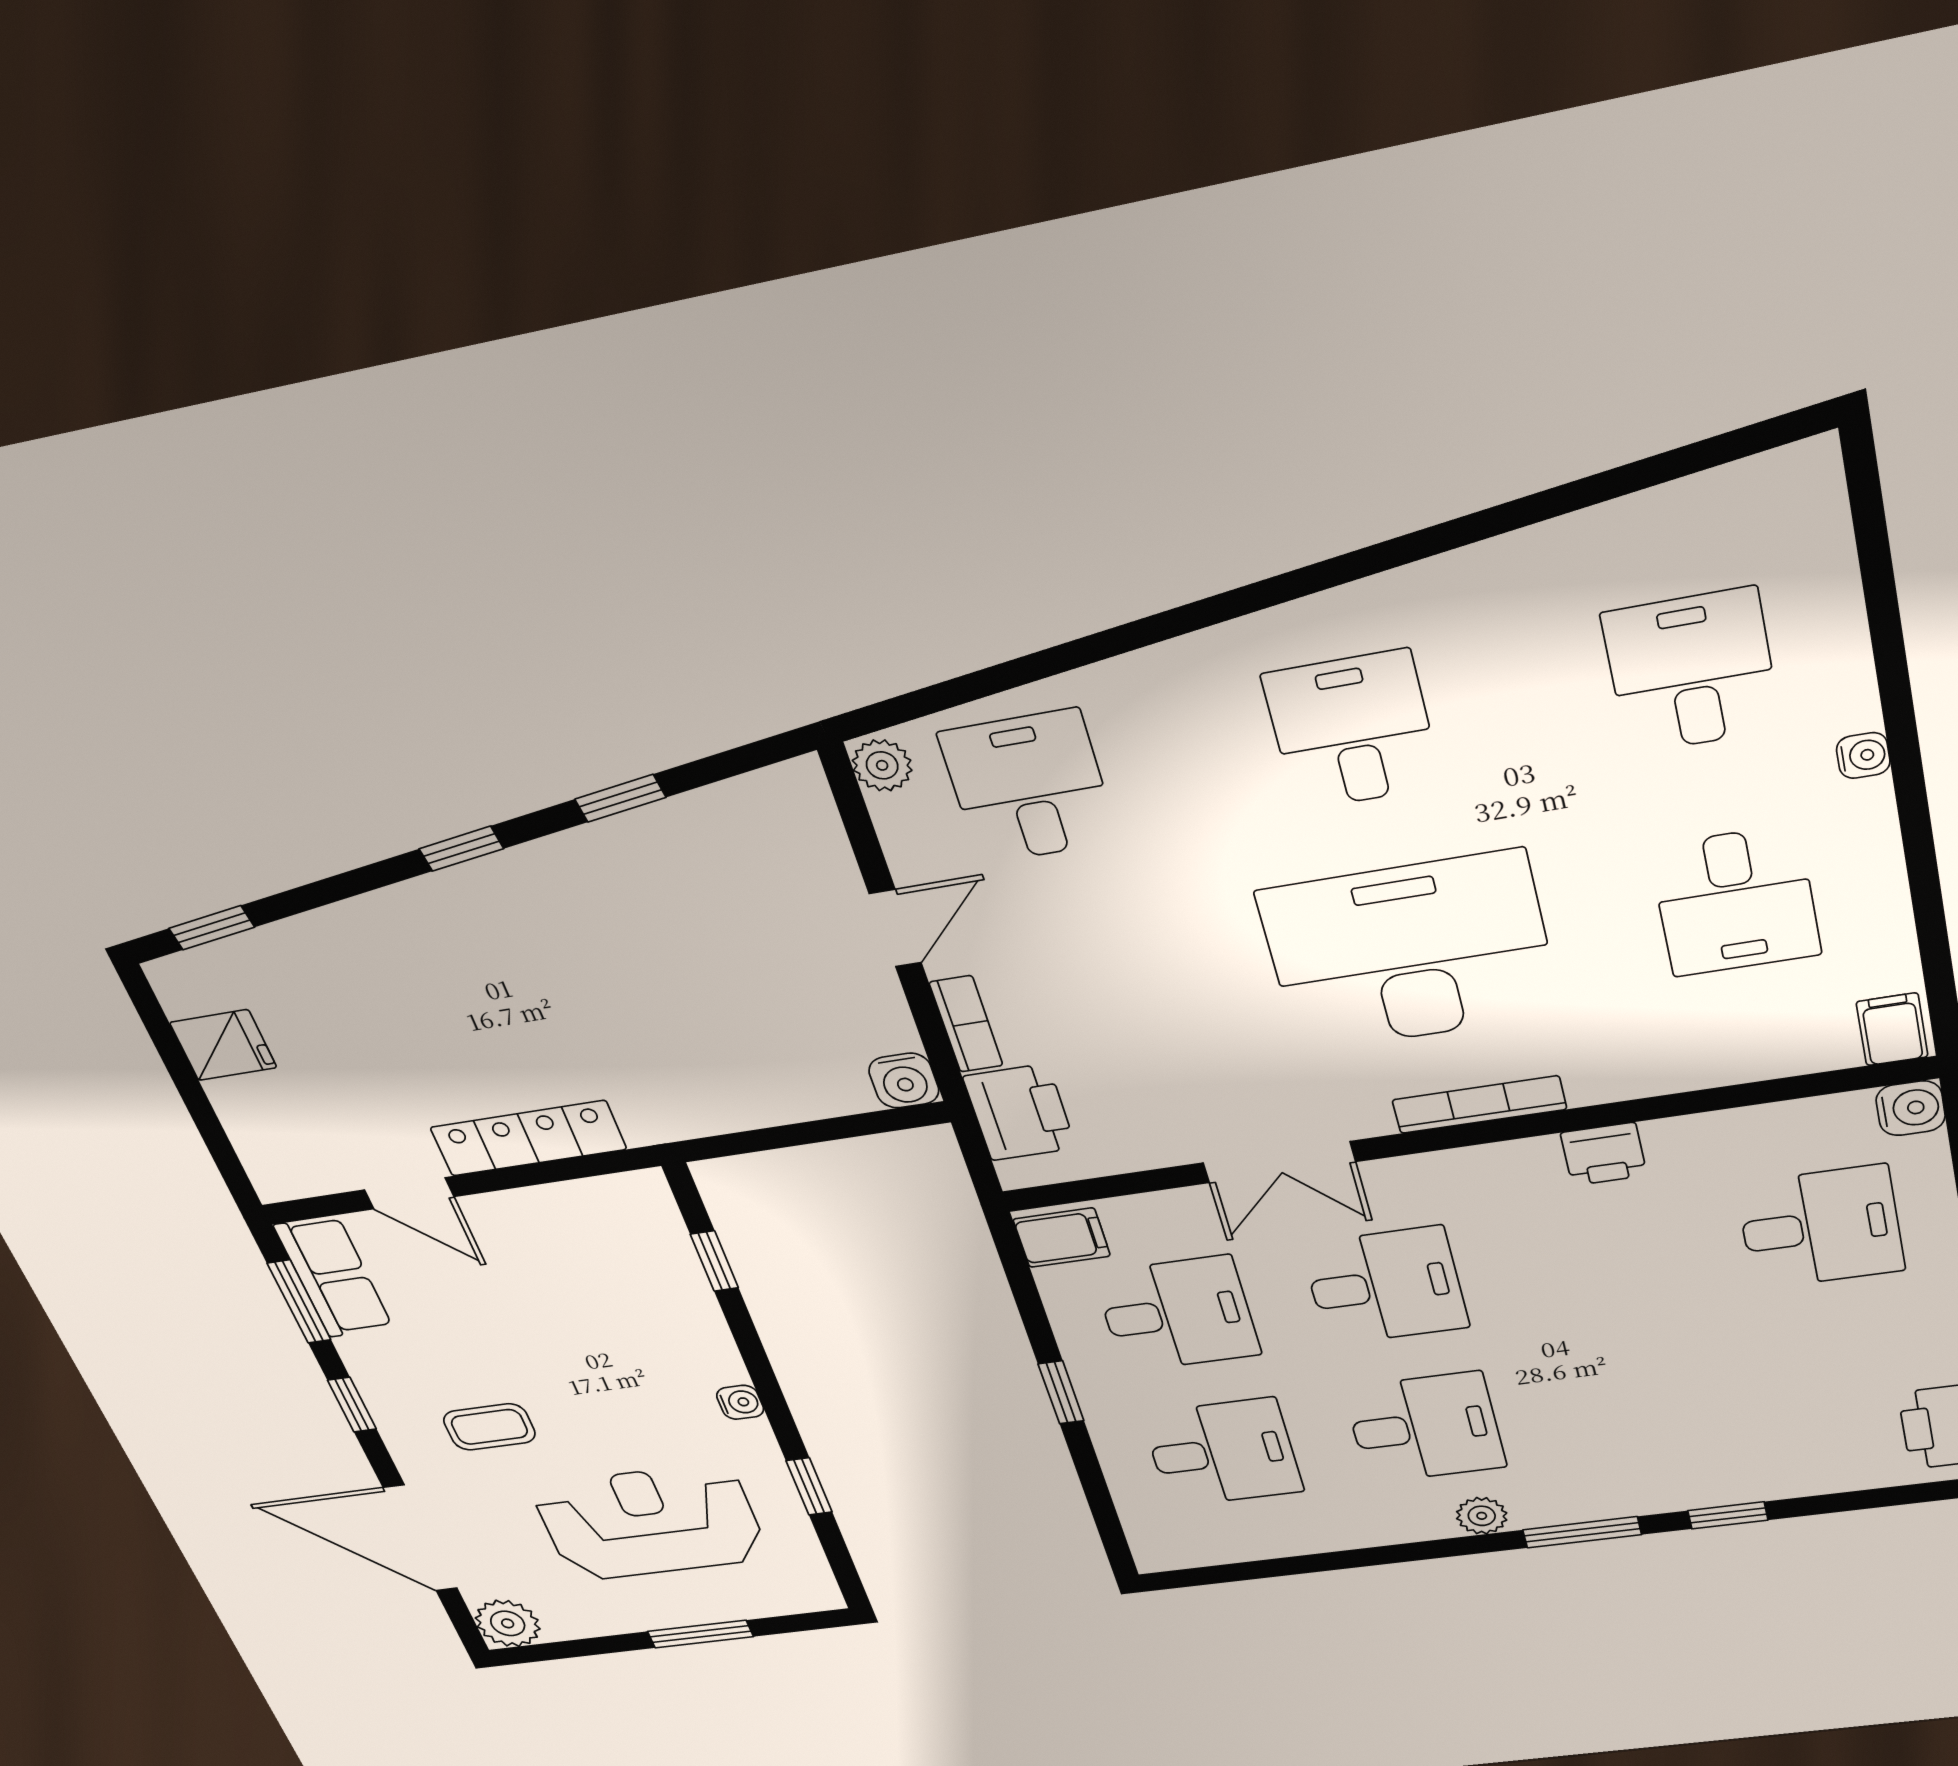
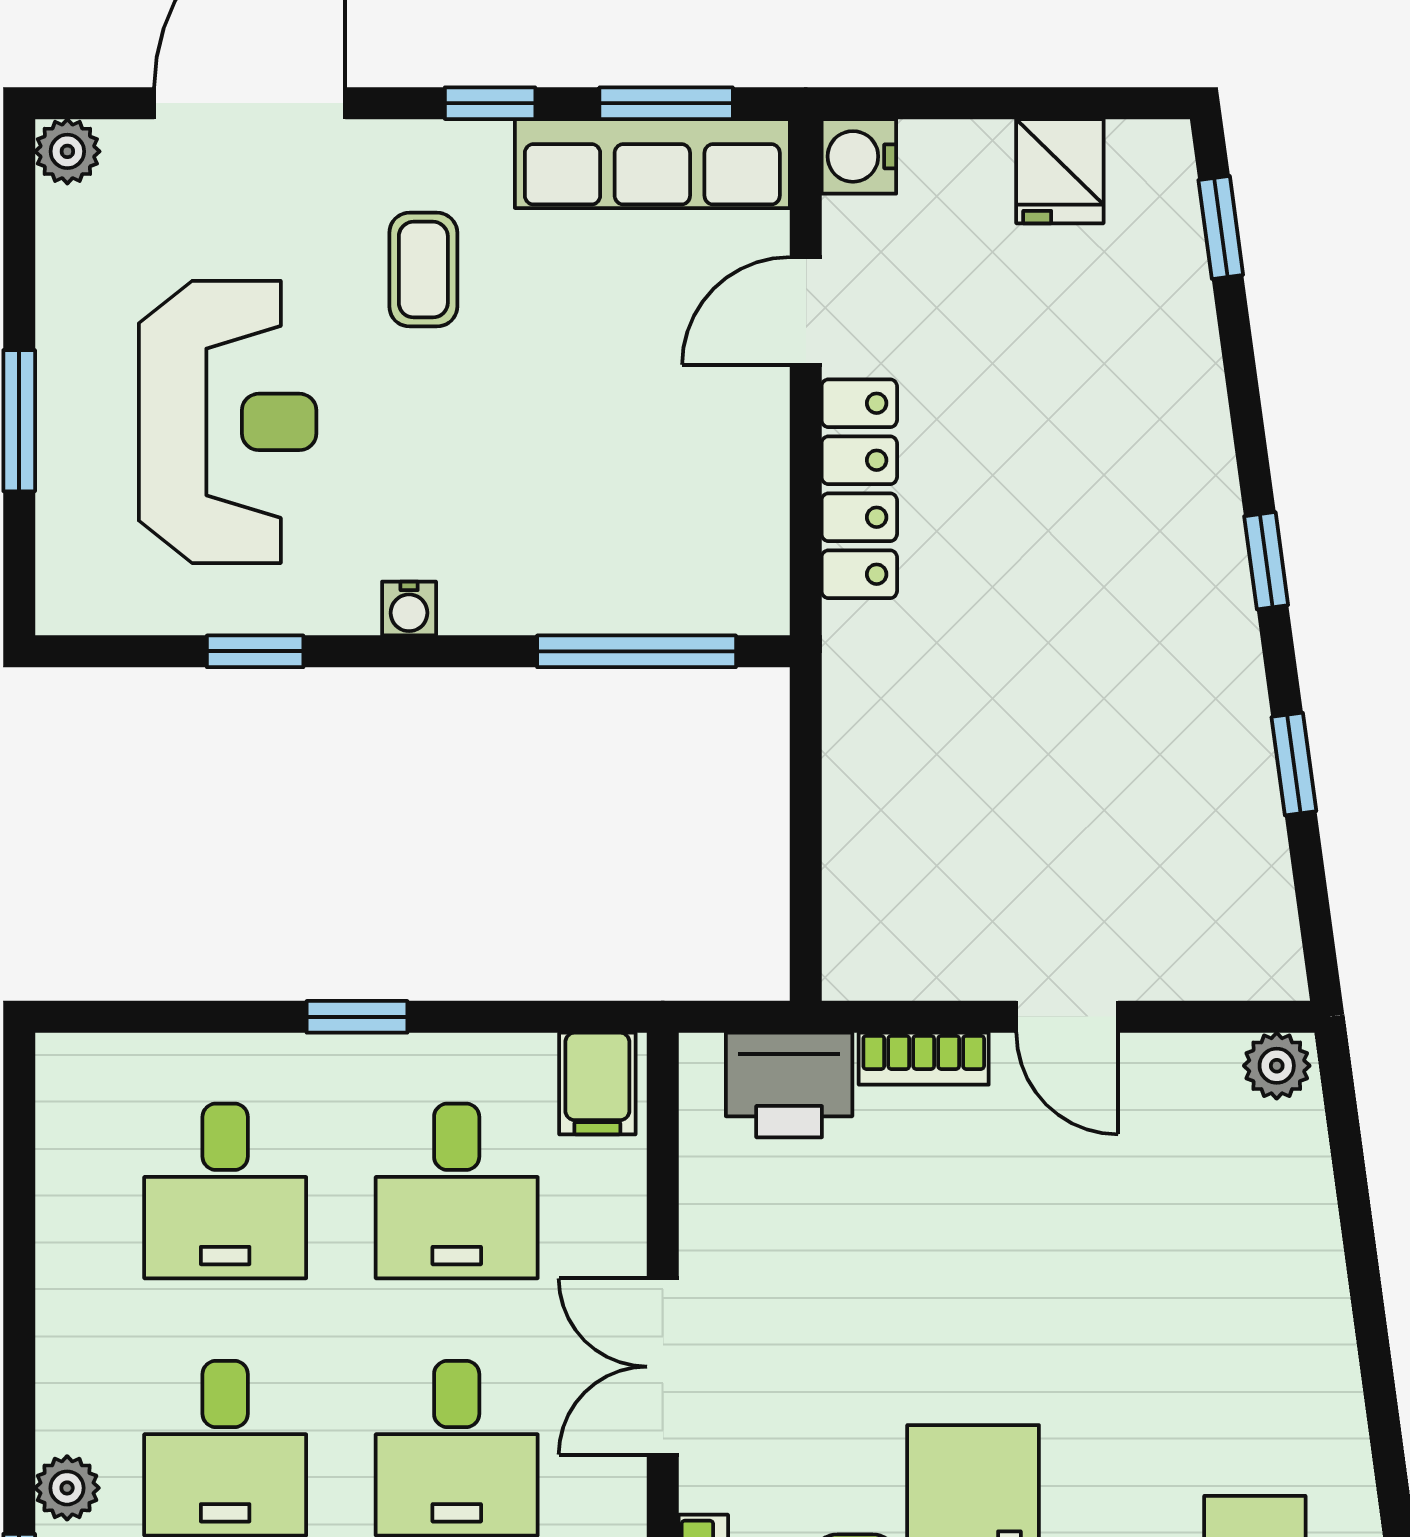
desk: (1029, 787) -> (1218, 1217), removed
water cooler: (904, 1081) -> (859, 156), moved
window: (714, 1261) -> (637, 651), width x2.17
row of seats: (333, 1277) -> (652, 164), width x1.48
plant: (508, 1623) -> (67, 151), width x0.73, depth x0.73

